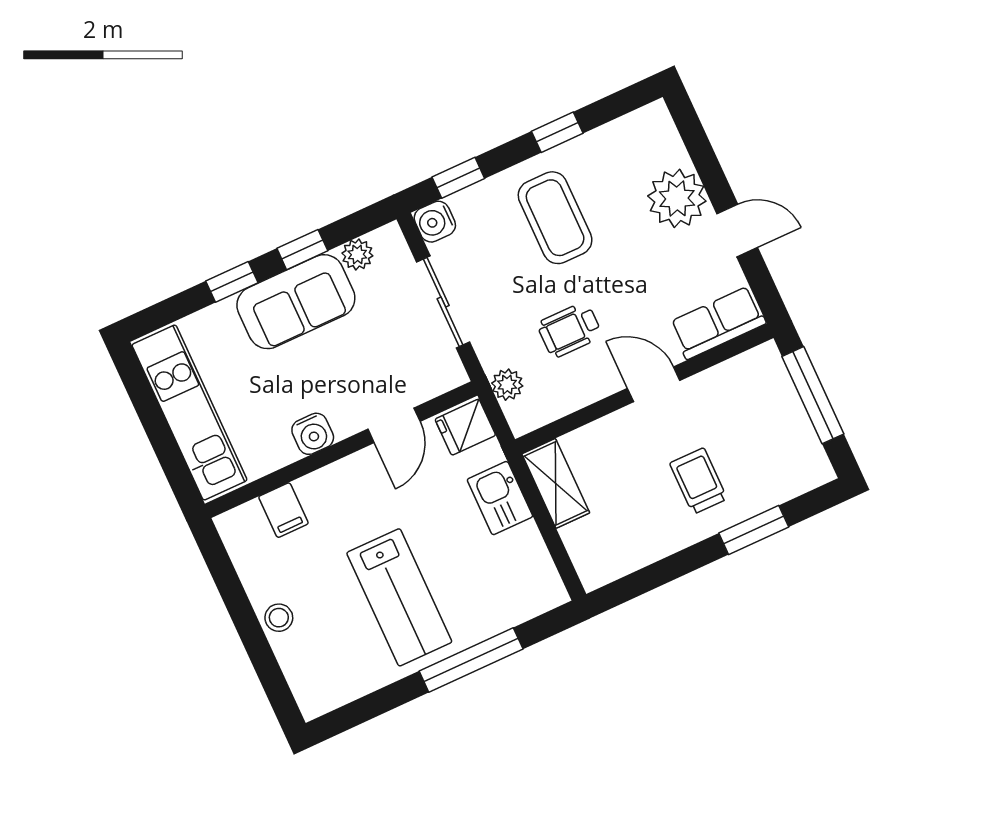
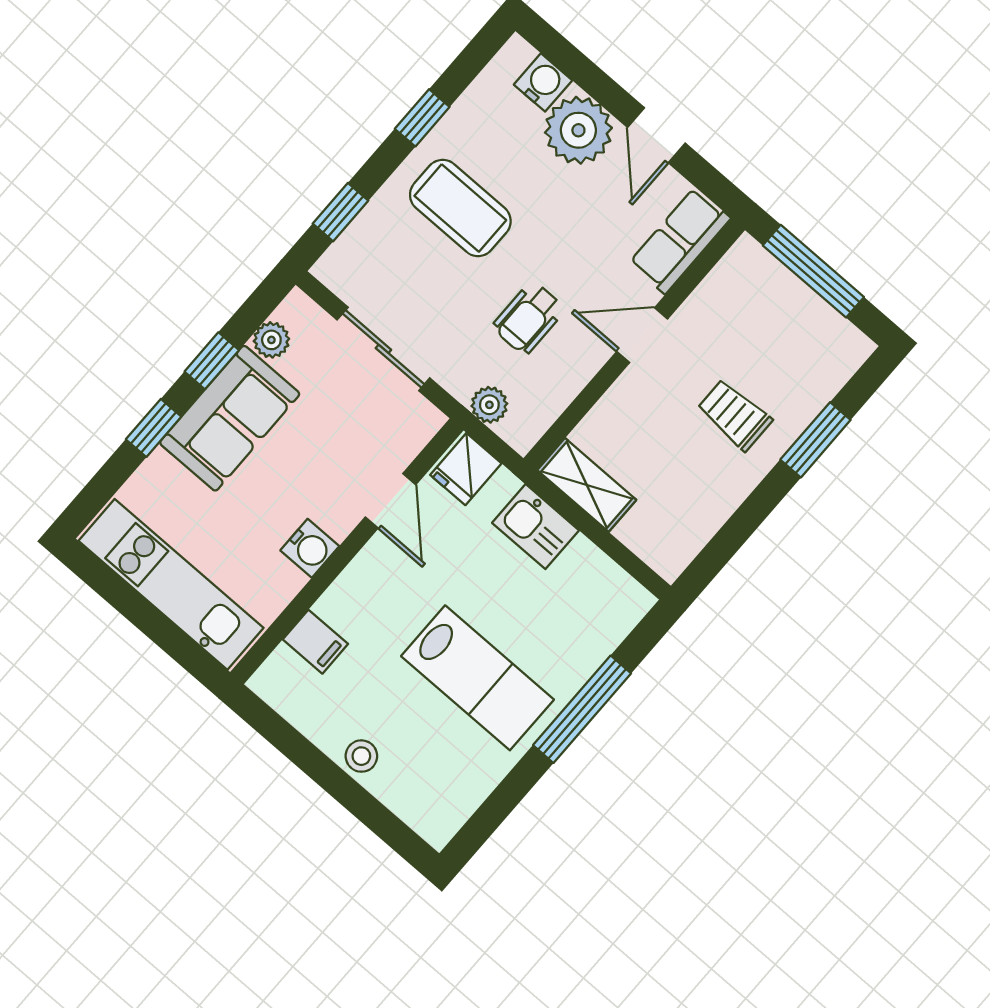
water cooler: (435, 222) -> (543, 82), moved, turned 180
door: (737, 231) -> (656, 135), swing flipped

